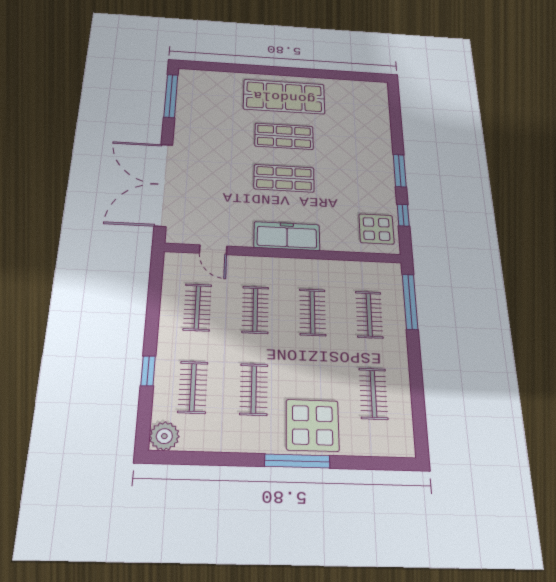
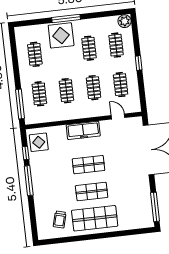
trolley: (347, 105) -> (60, 219), added
window: (400, 171) -> (29, 181), width x1.44
window: (148, 371) -> (139, 63), moved

